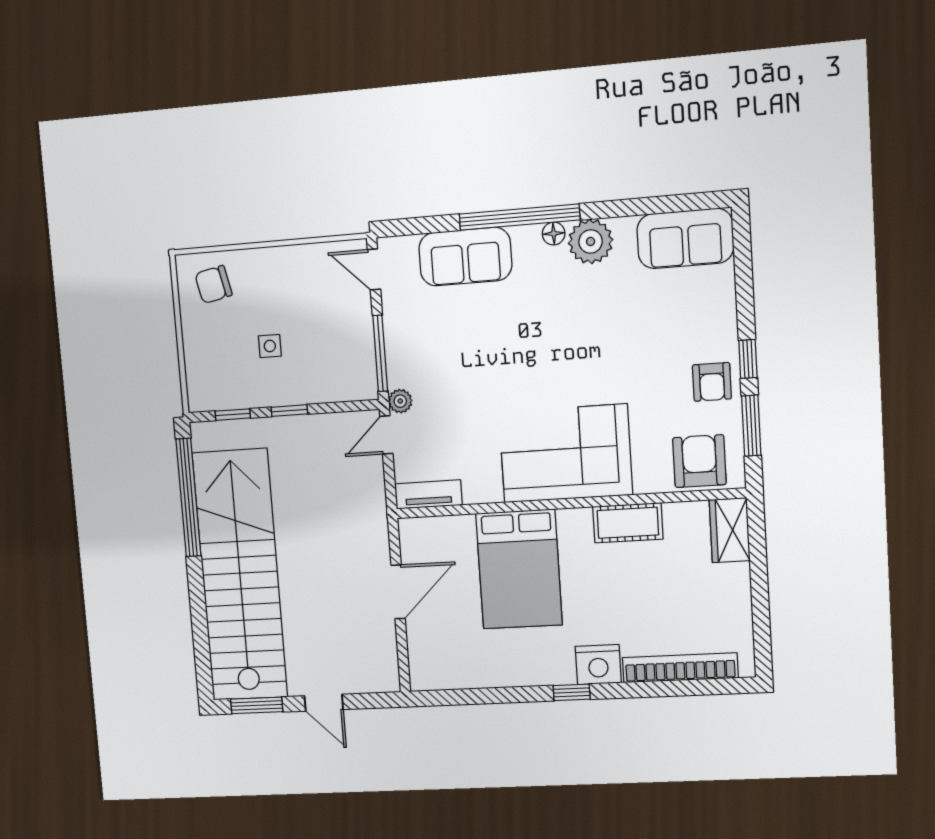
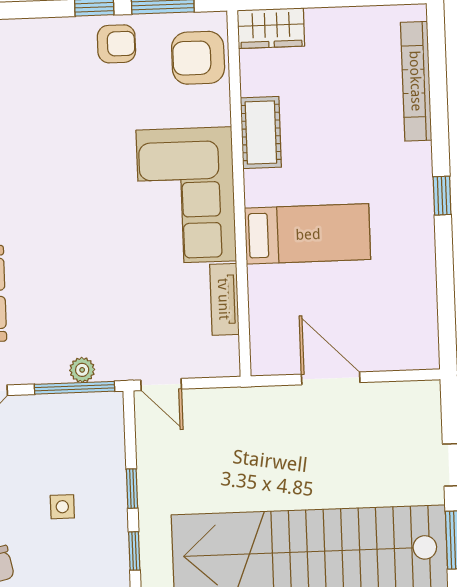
plant: (400, 401) -> (82, 370), moved
tv unit: (428, 494) -> (224, 299), moved
bed: (519, 569) -> (308, 234), width x0.67
nightstand: (598, 665) -> (412, 167), removed

